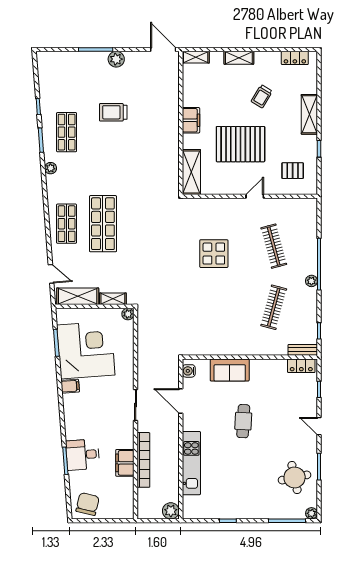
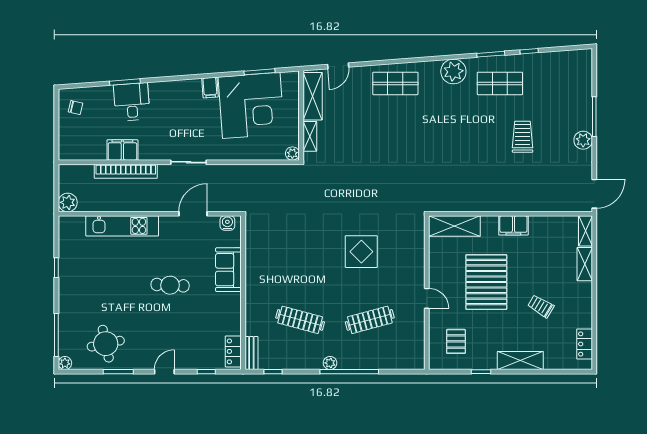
shelving: (239, 58) -> (585, 264), moved
plant: (51, 168) -> (453, 72), width x1.88, depth x1.88
shop shelf: (103, 224) -> (395, 125), removed
chair: (88, 504) -> (75, 107), width x0.54, depth x0.54

